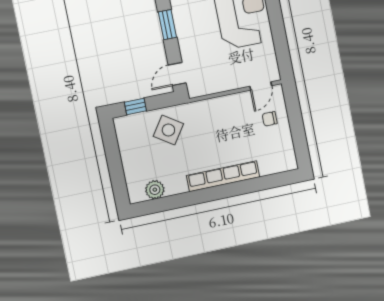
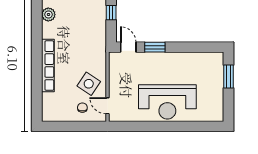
window: (167, 25) -> (155, 47), moved
side table: (168, 130) -> (89, 84), moved

